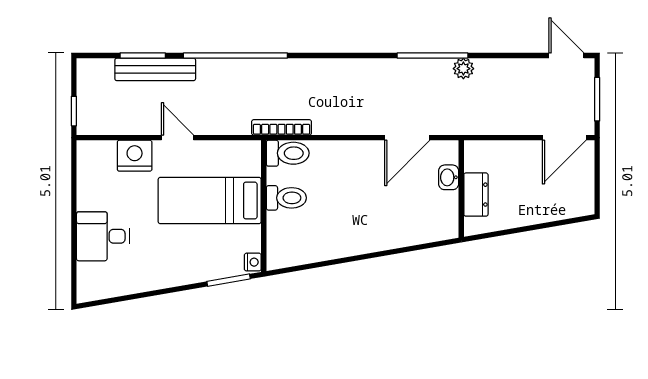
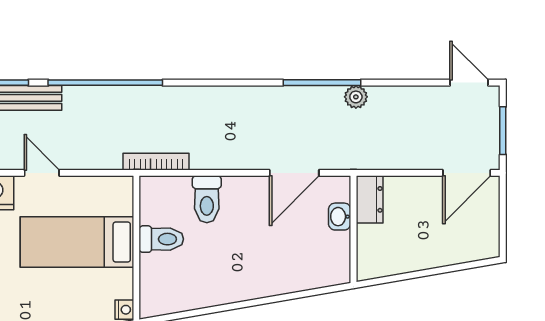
toilet: (288, 153) -> (207, 199), moved, turned 90
dresser: (476, 195) -> (370, 199), moved

